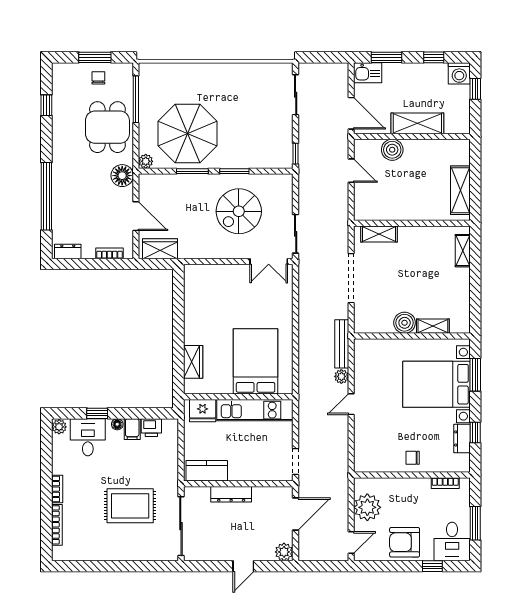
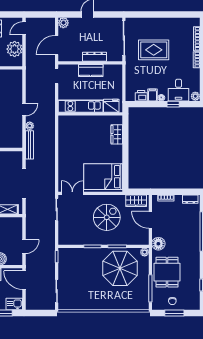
door: (351, 171) -> (24, 247), swing flipped
spiral stairs: (239, 211) -> (107, 217), moved
bed: (256, 361) -> (103, 177), moved, turned 90
kitchen counter: (207, 471) -> (91, 70), moved

